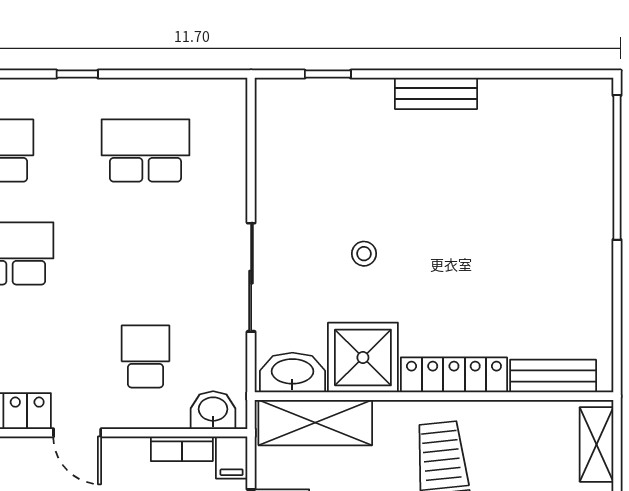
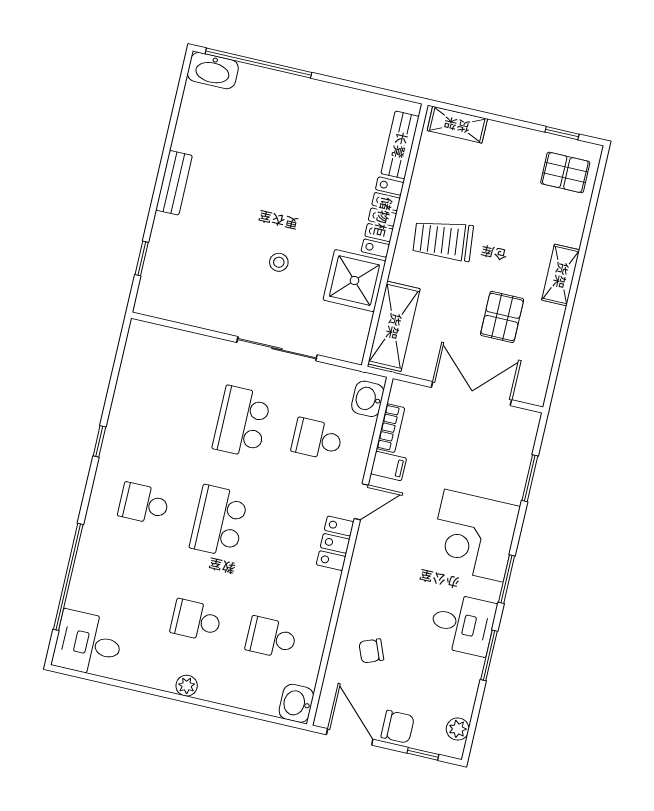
school desk: (145, 150) -> (242, 422), moved
washbasin: (292, 373) -> (213, 71), moved, turned -90
filing cabinet: (232, 457) -> (389, 466), moved

